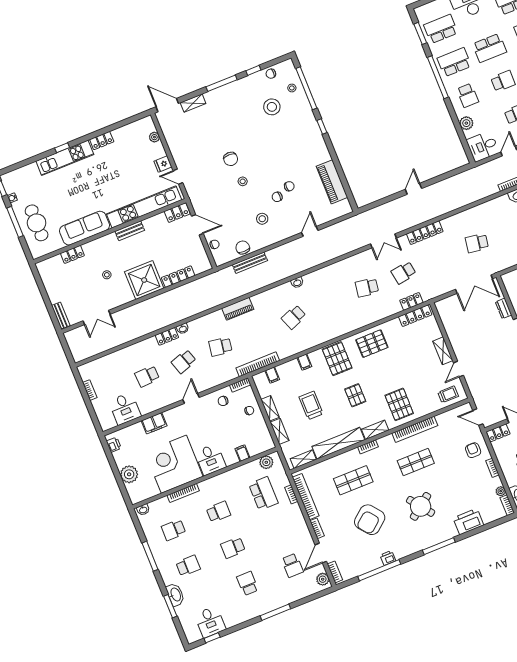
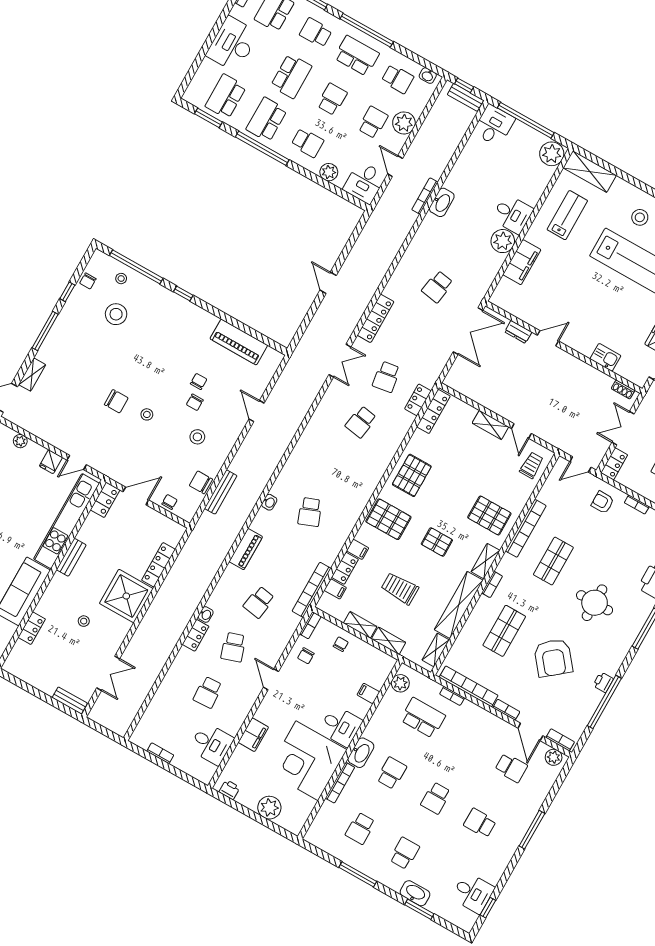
washbasin: (297, 283) -> (269, 502), moved
locker: (288, 367) -> (345, 568), added
round table: (421, 506) -> (595, 603), turned 37
washbasin: (143, 510) -> (361, 753), moved, width x1.91, depth x1.45

